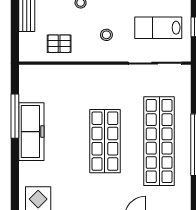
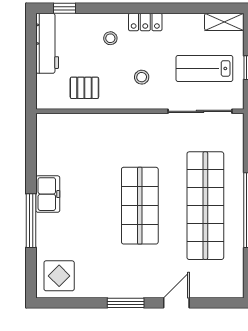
window: (15, 116) -> (31, 221), moved
freezer: (31, 132) -> (48, 194), width x0.52, depth x0.79

